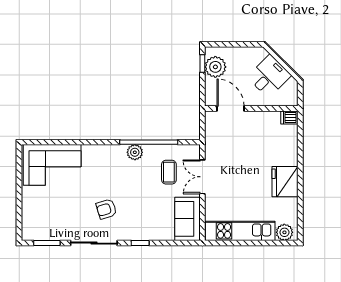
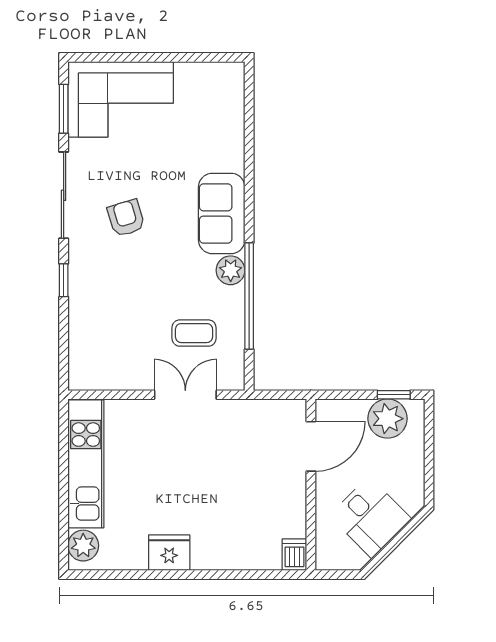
corner sofa: (52, 165) -> (121, 99), moved, turned -90
fridge: (285, 182) -> (169, 553), width x0.73, depth x0.75
sofa: (188, 219) -> (222, 213), moved, turned -90

